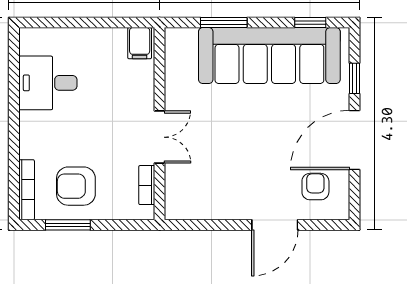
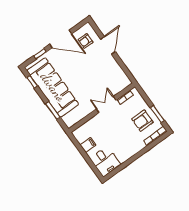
filing cabinet: (140, 43) -> (88, 145), moved
desk: (48, 83) -> (105, 161), moved
armchair: (76, 186) -> (142, 121), turned 90
door: (275, 225) -> (108, 45), hinge flipped

